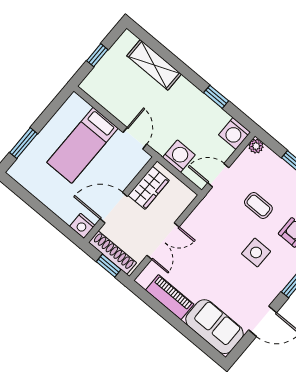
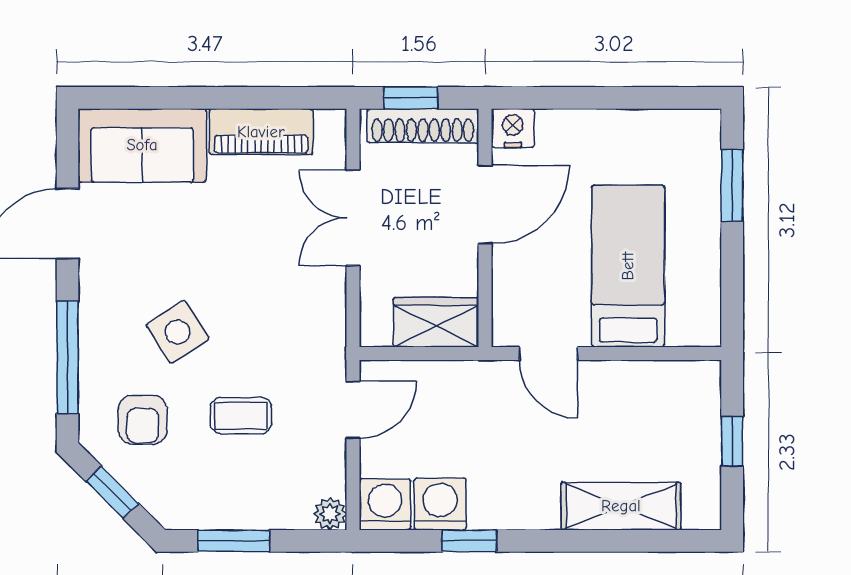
washing machine: (179, 156) -> (440, 504), moved, turned 180
wardrobe: (149, 188) -> (436, 322), moved, turned 90
side table: (256, 252) -> (178, 332), turned -33

